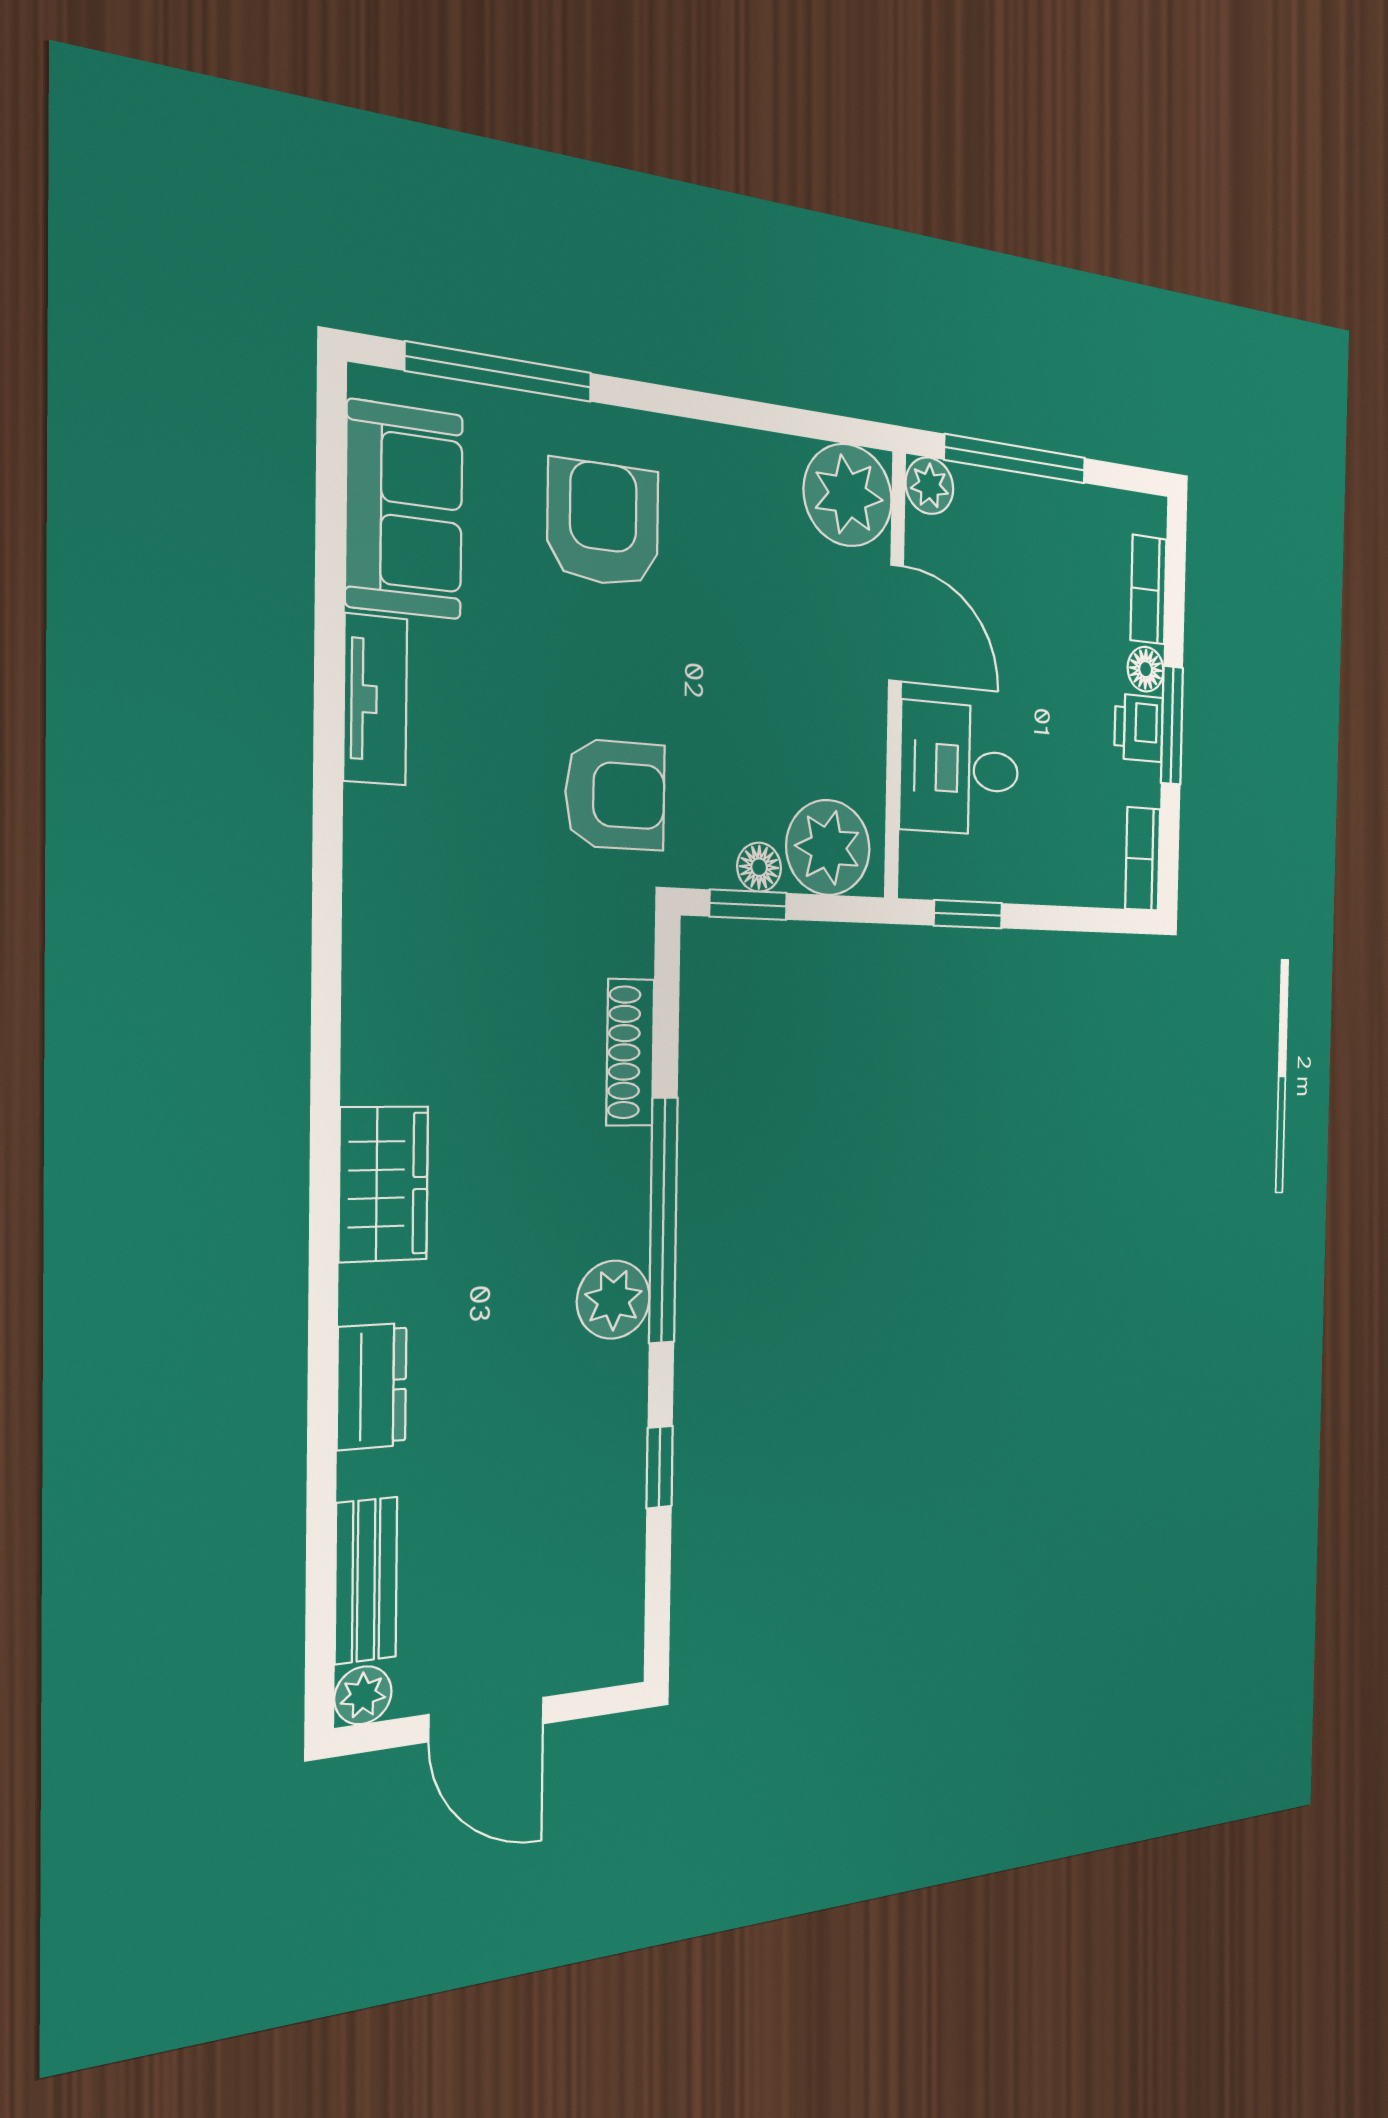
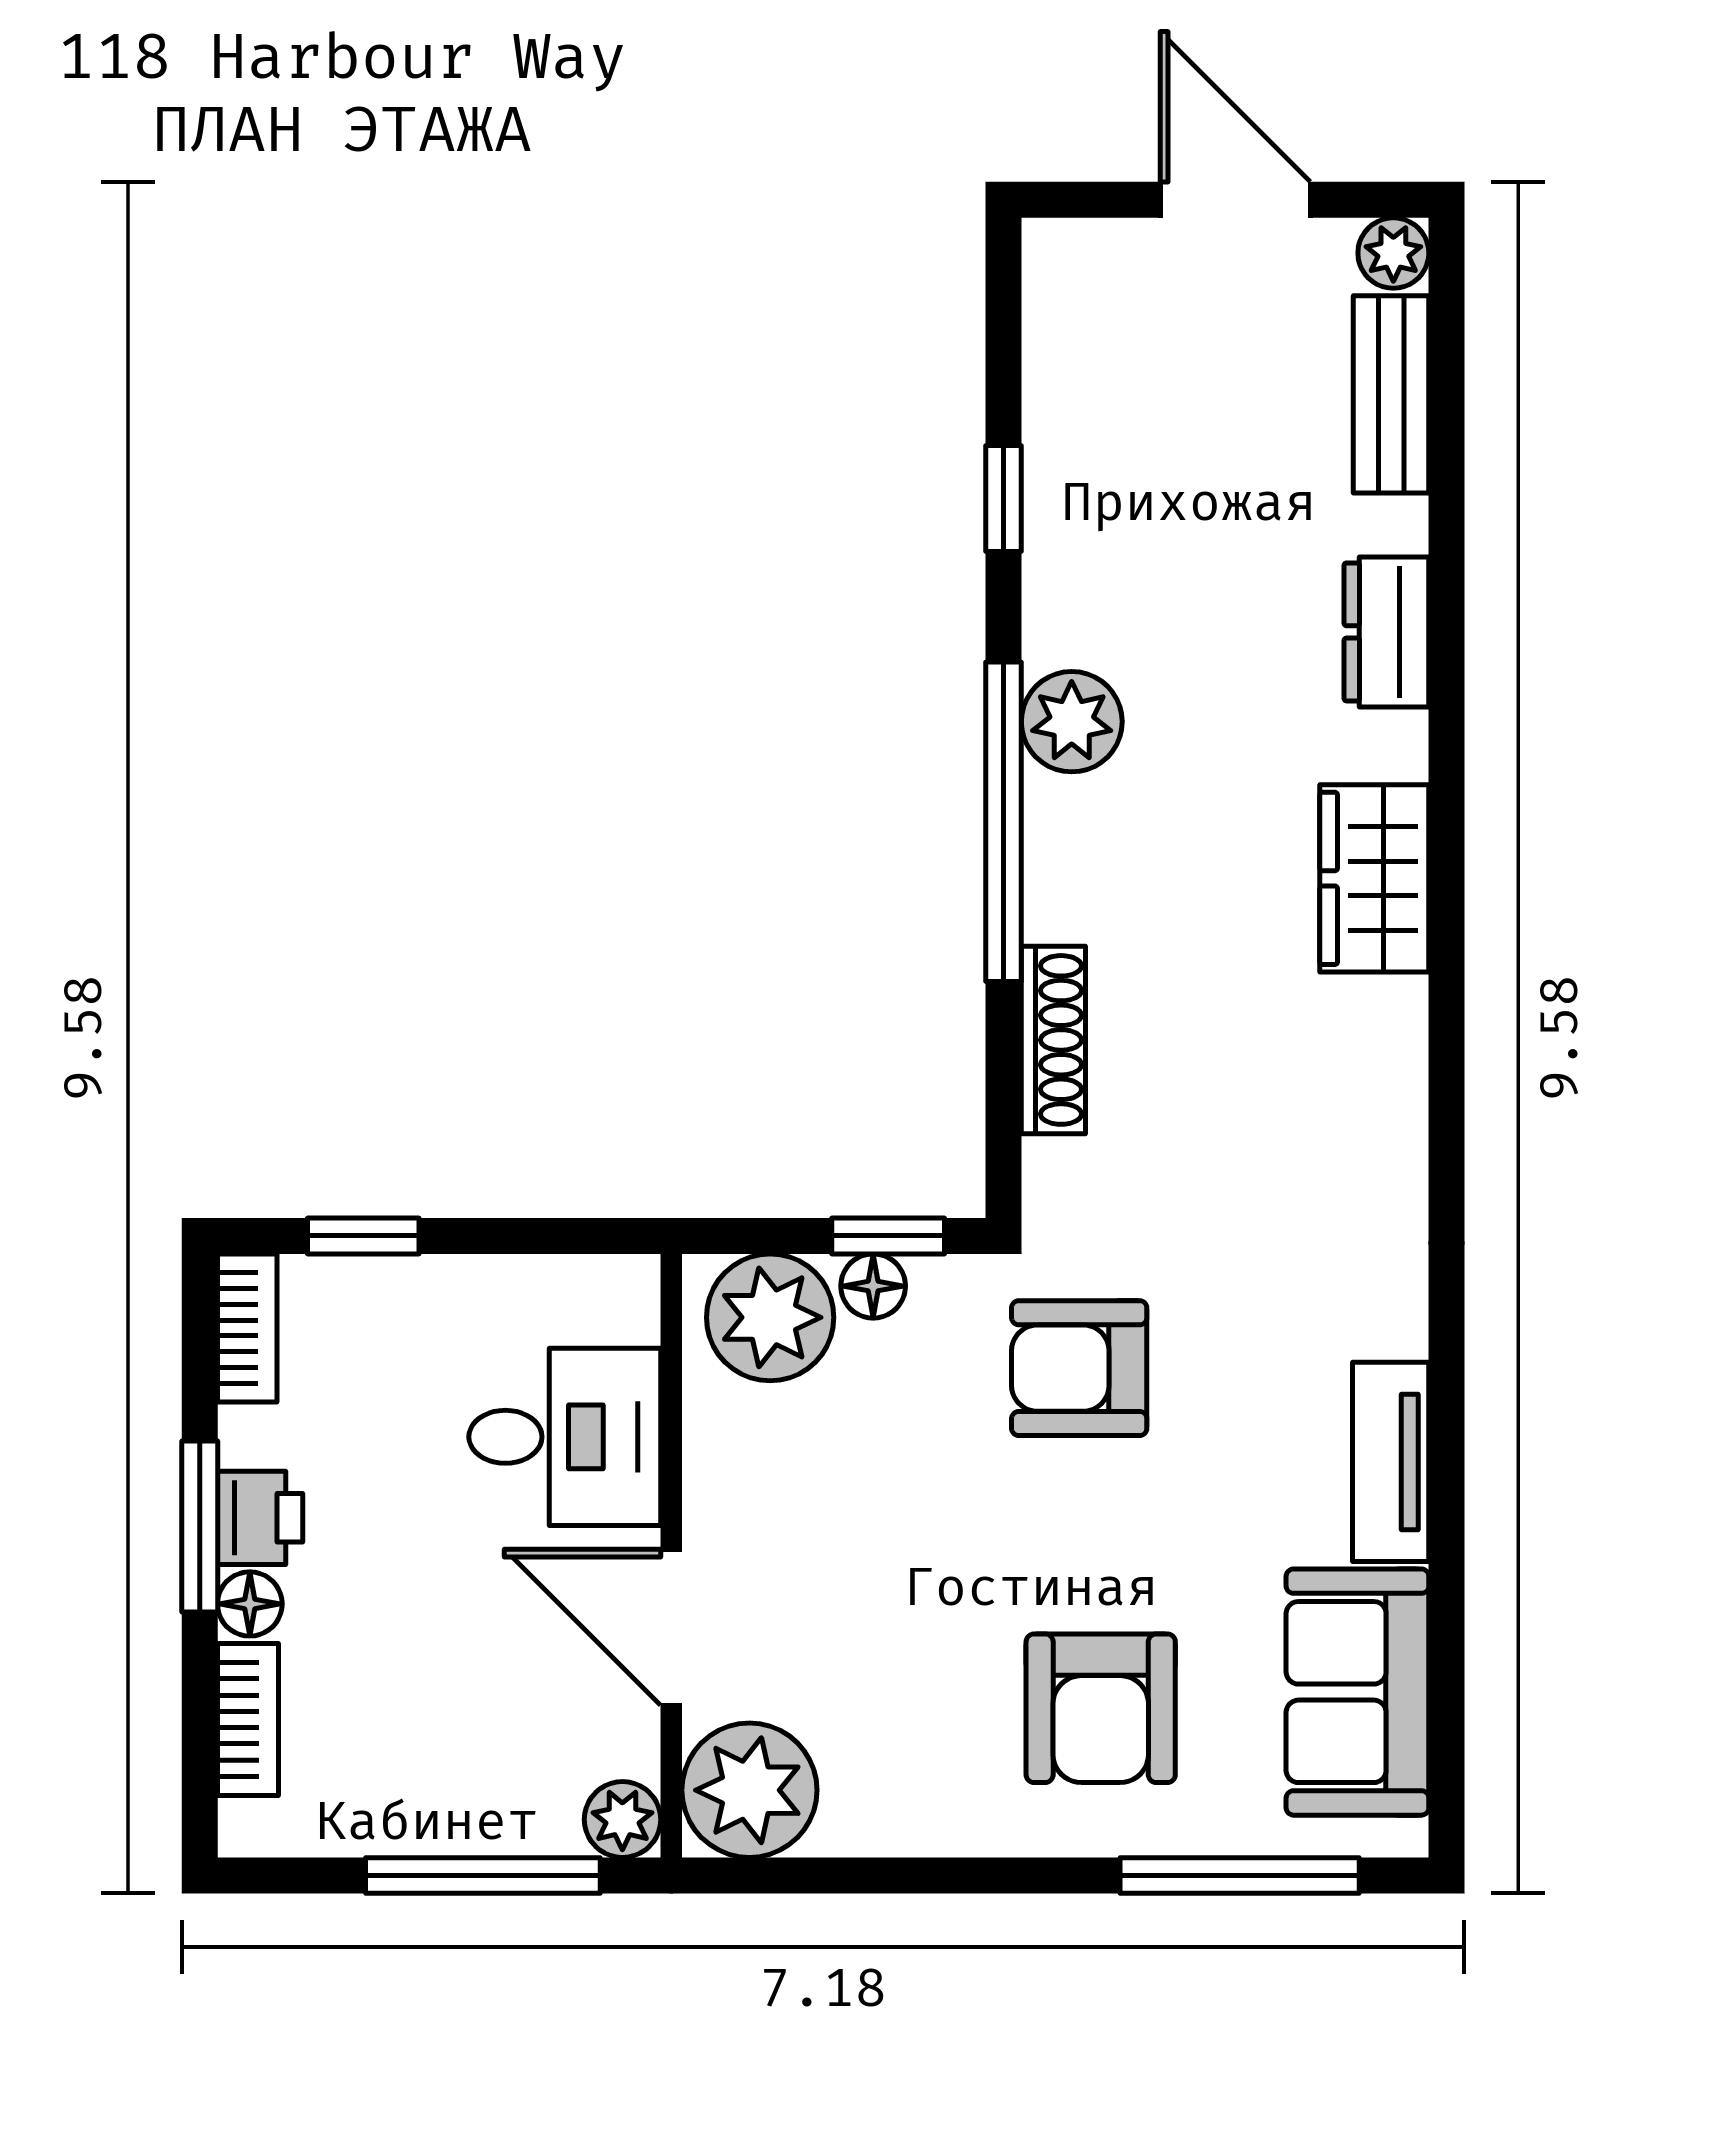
window: (968, 914) -> (363, 1236), moved

